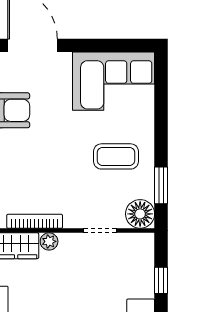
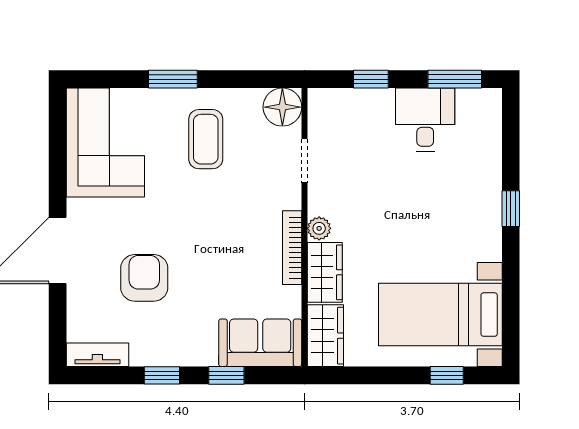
window: (161, 185) -> (173, 79), moved

